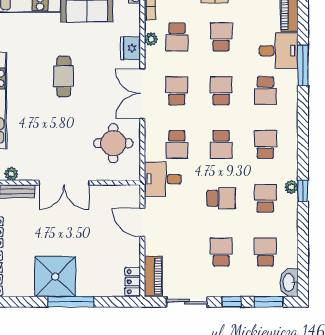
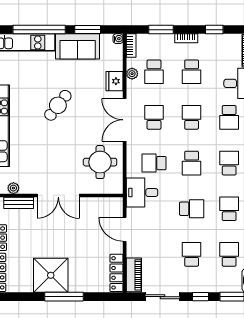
school desk: (221, 37) -> (192, 72), turned 180
cafe table: (64, 76) -> (58, 105), turned 38
school desk: (177, 144) -> (154, 163), turned 90
locker: (133, 282) -> (116, 273), width x1.53

